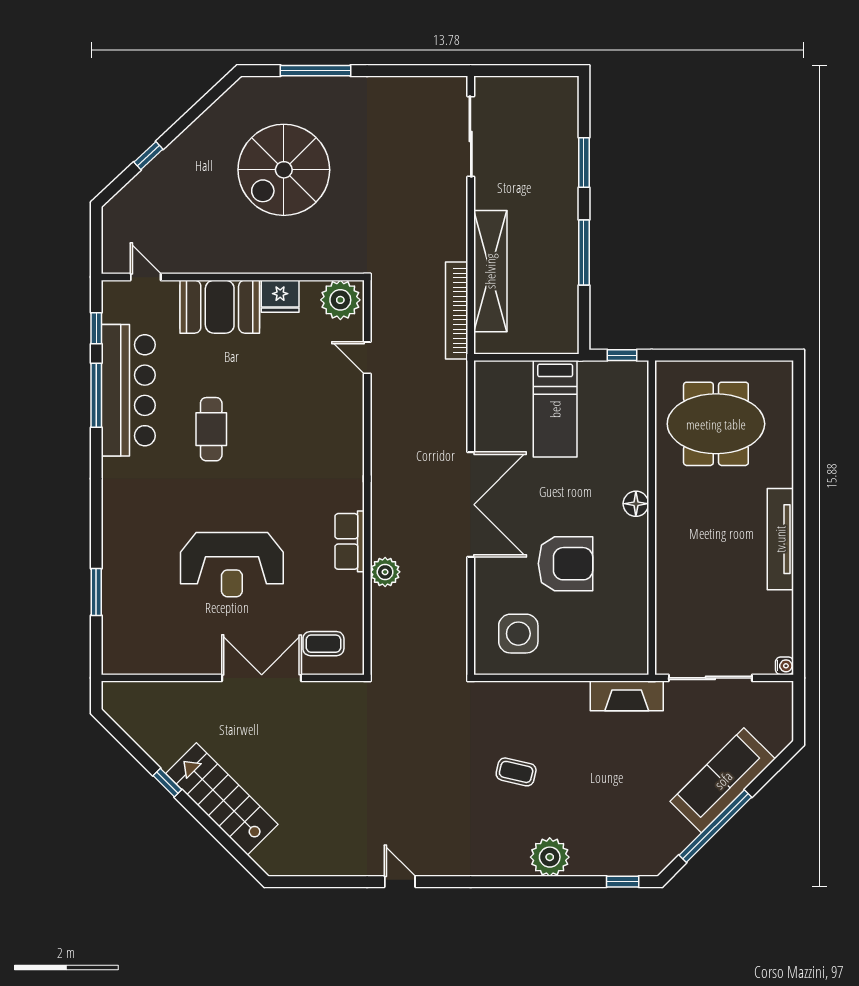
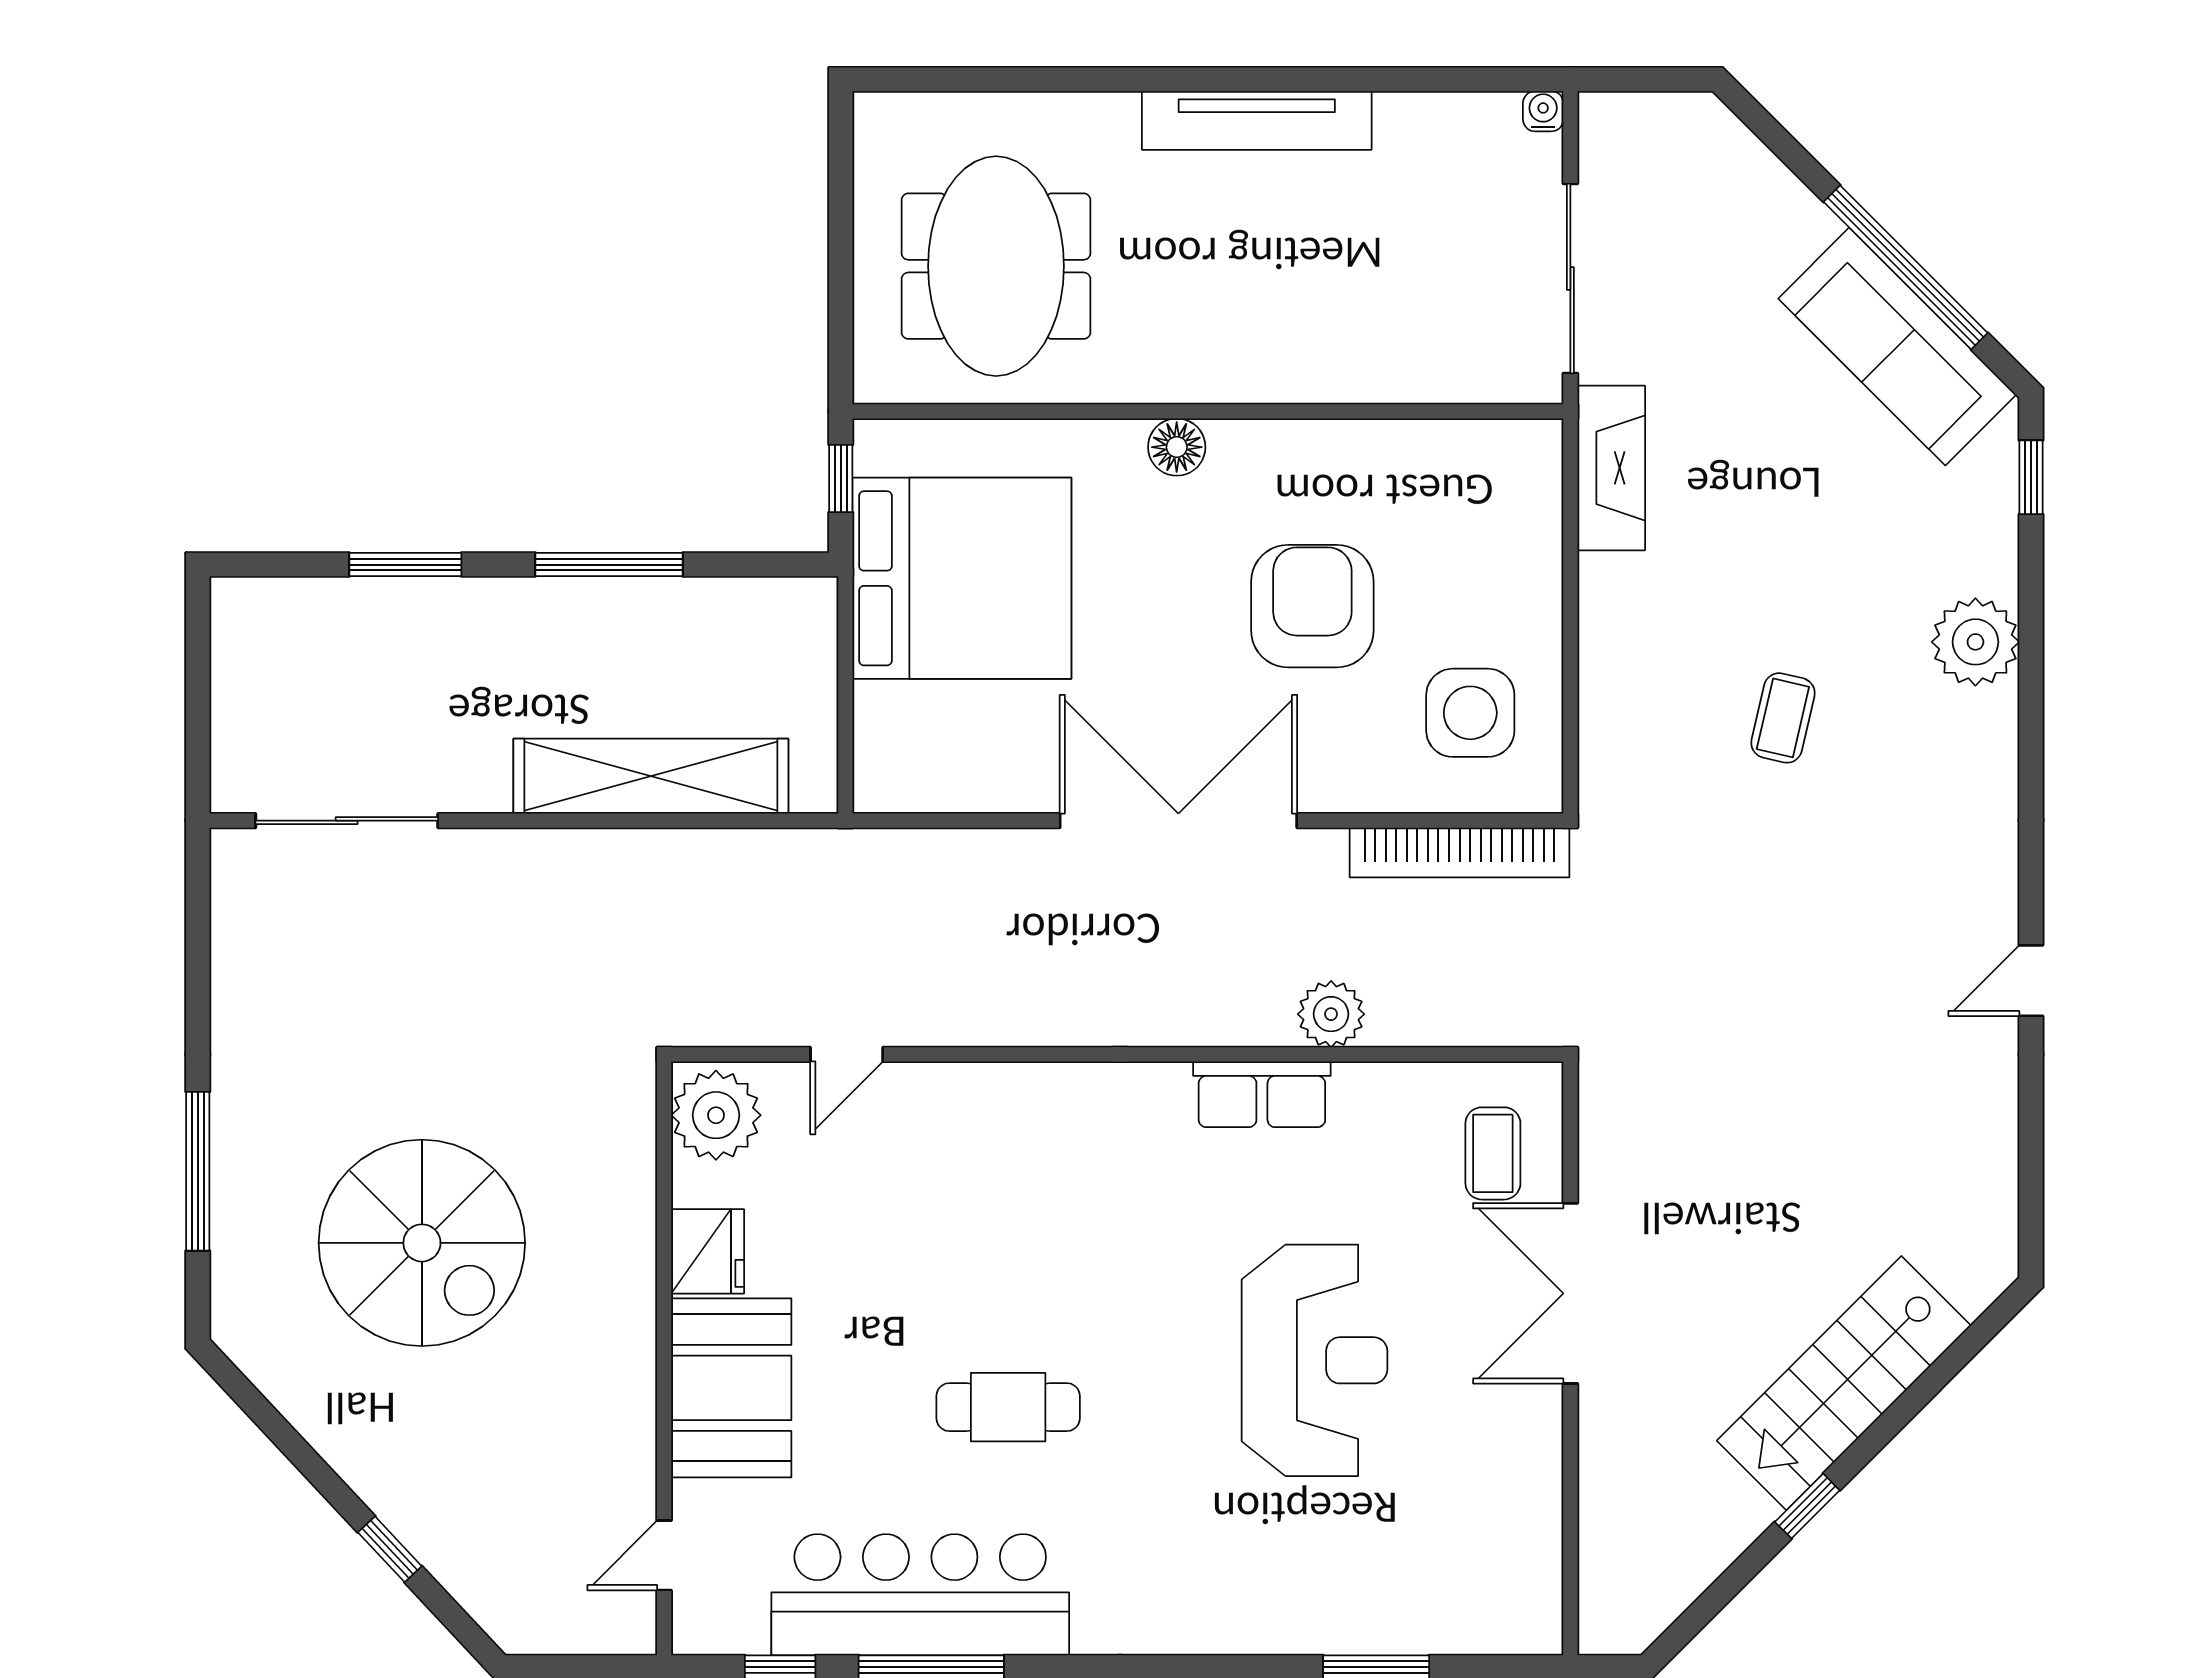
bookcase: (457, 311) -> (1460, 853), moved
bed: (555, 409) -> (962, 578), width x2.04
sofa: (723, 780) -> (1897, 347), moved

